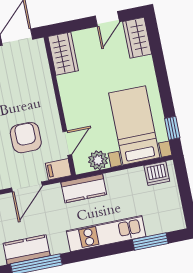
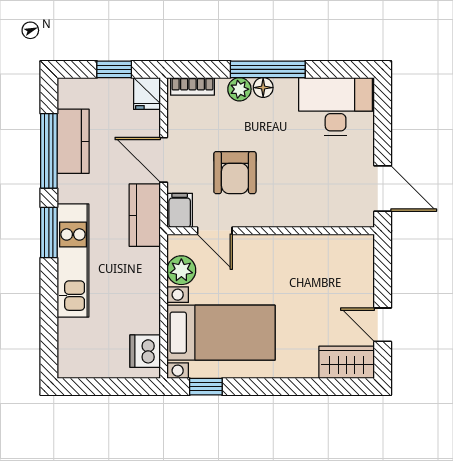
wardrobe: (63, 54) -> (345, 251), removed
armchair: (26, 138) -> (235, 173), turned 90
kitchen counter: (84, 188) -> (145, 215), moved
window: (150, 241) -> (49, 233), moved

